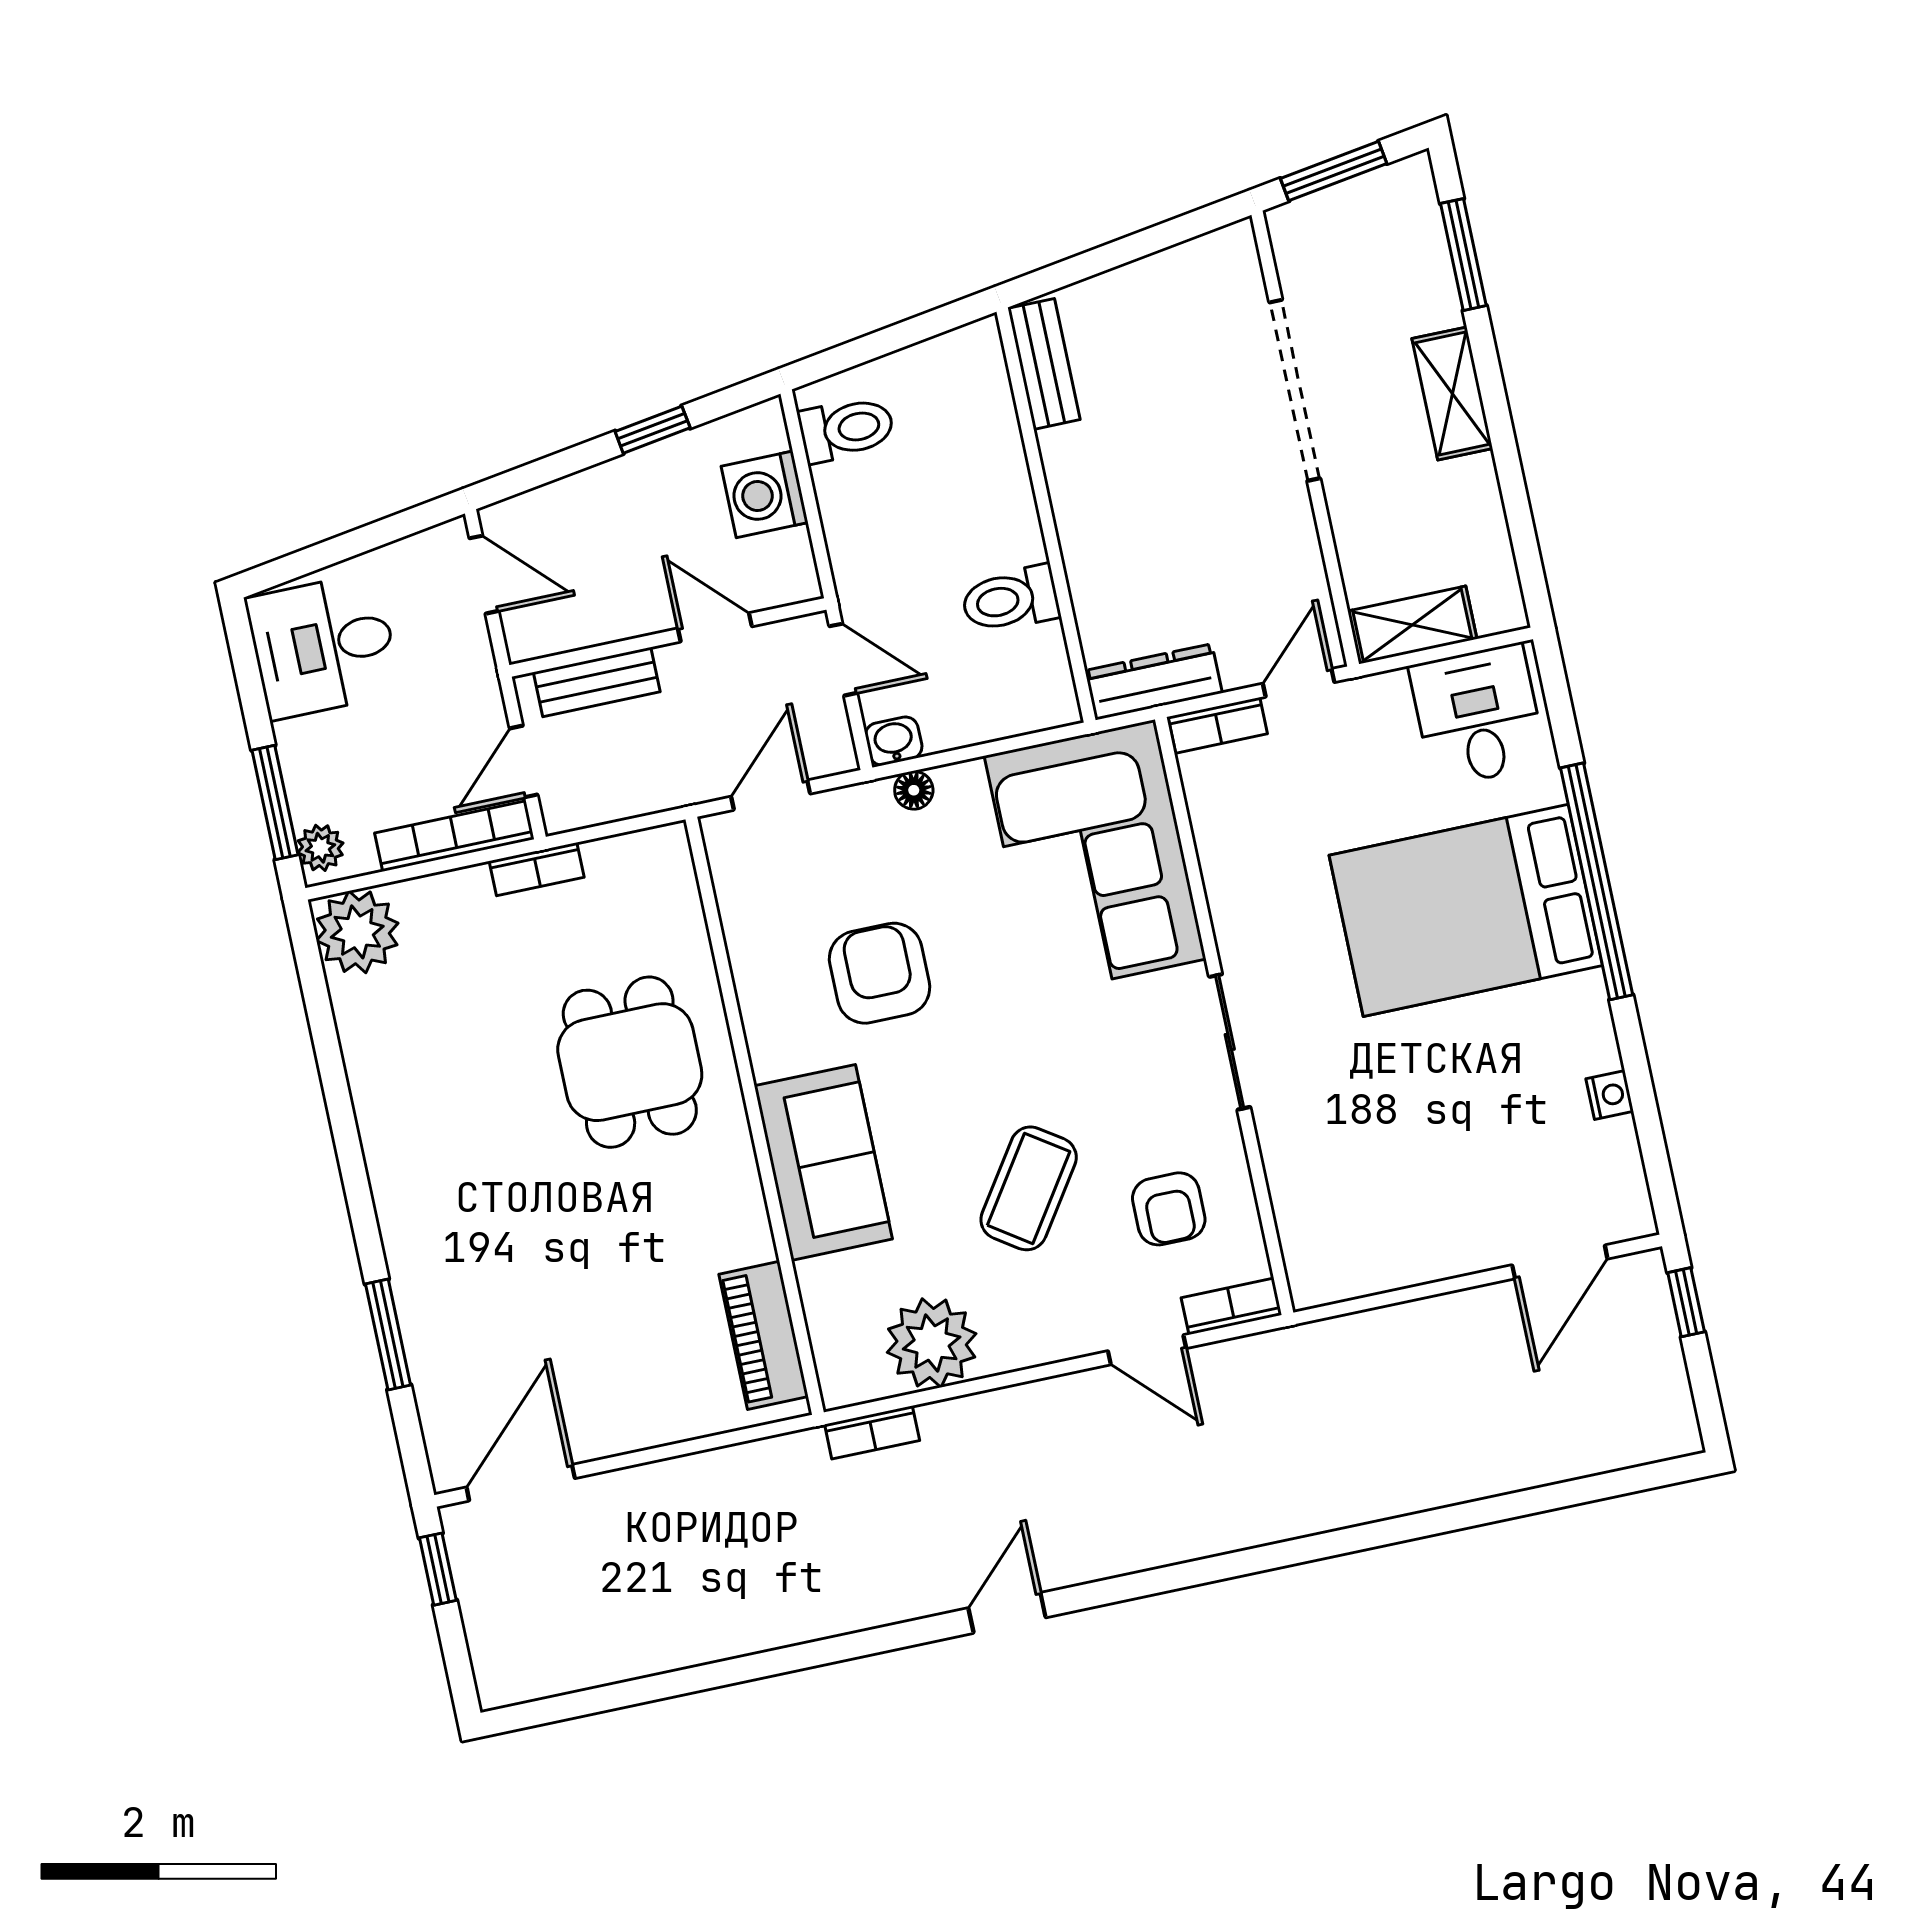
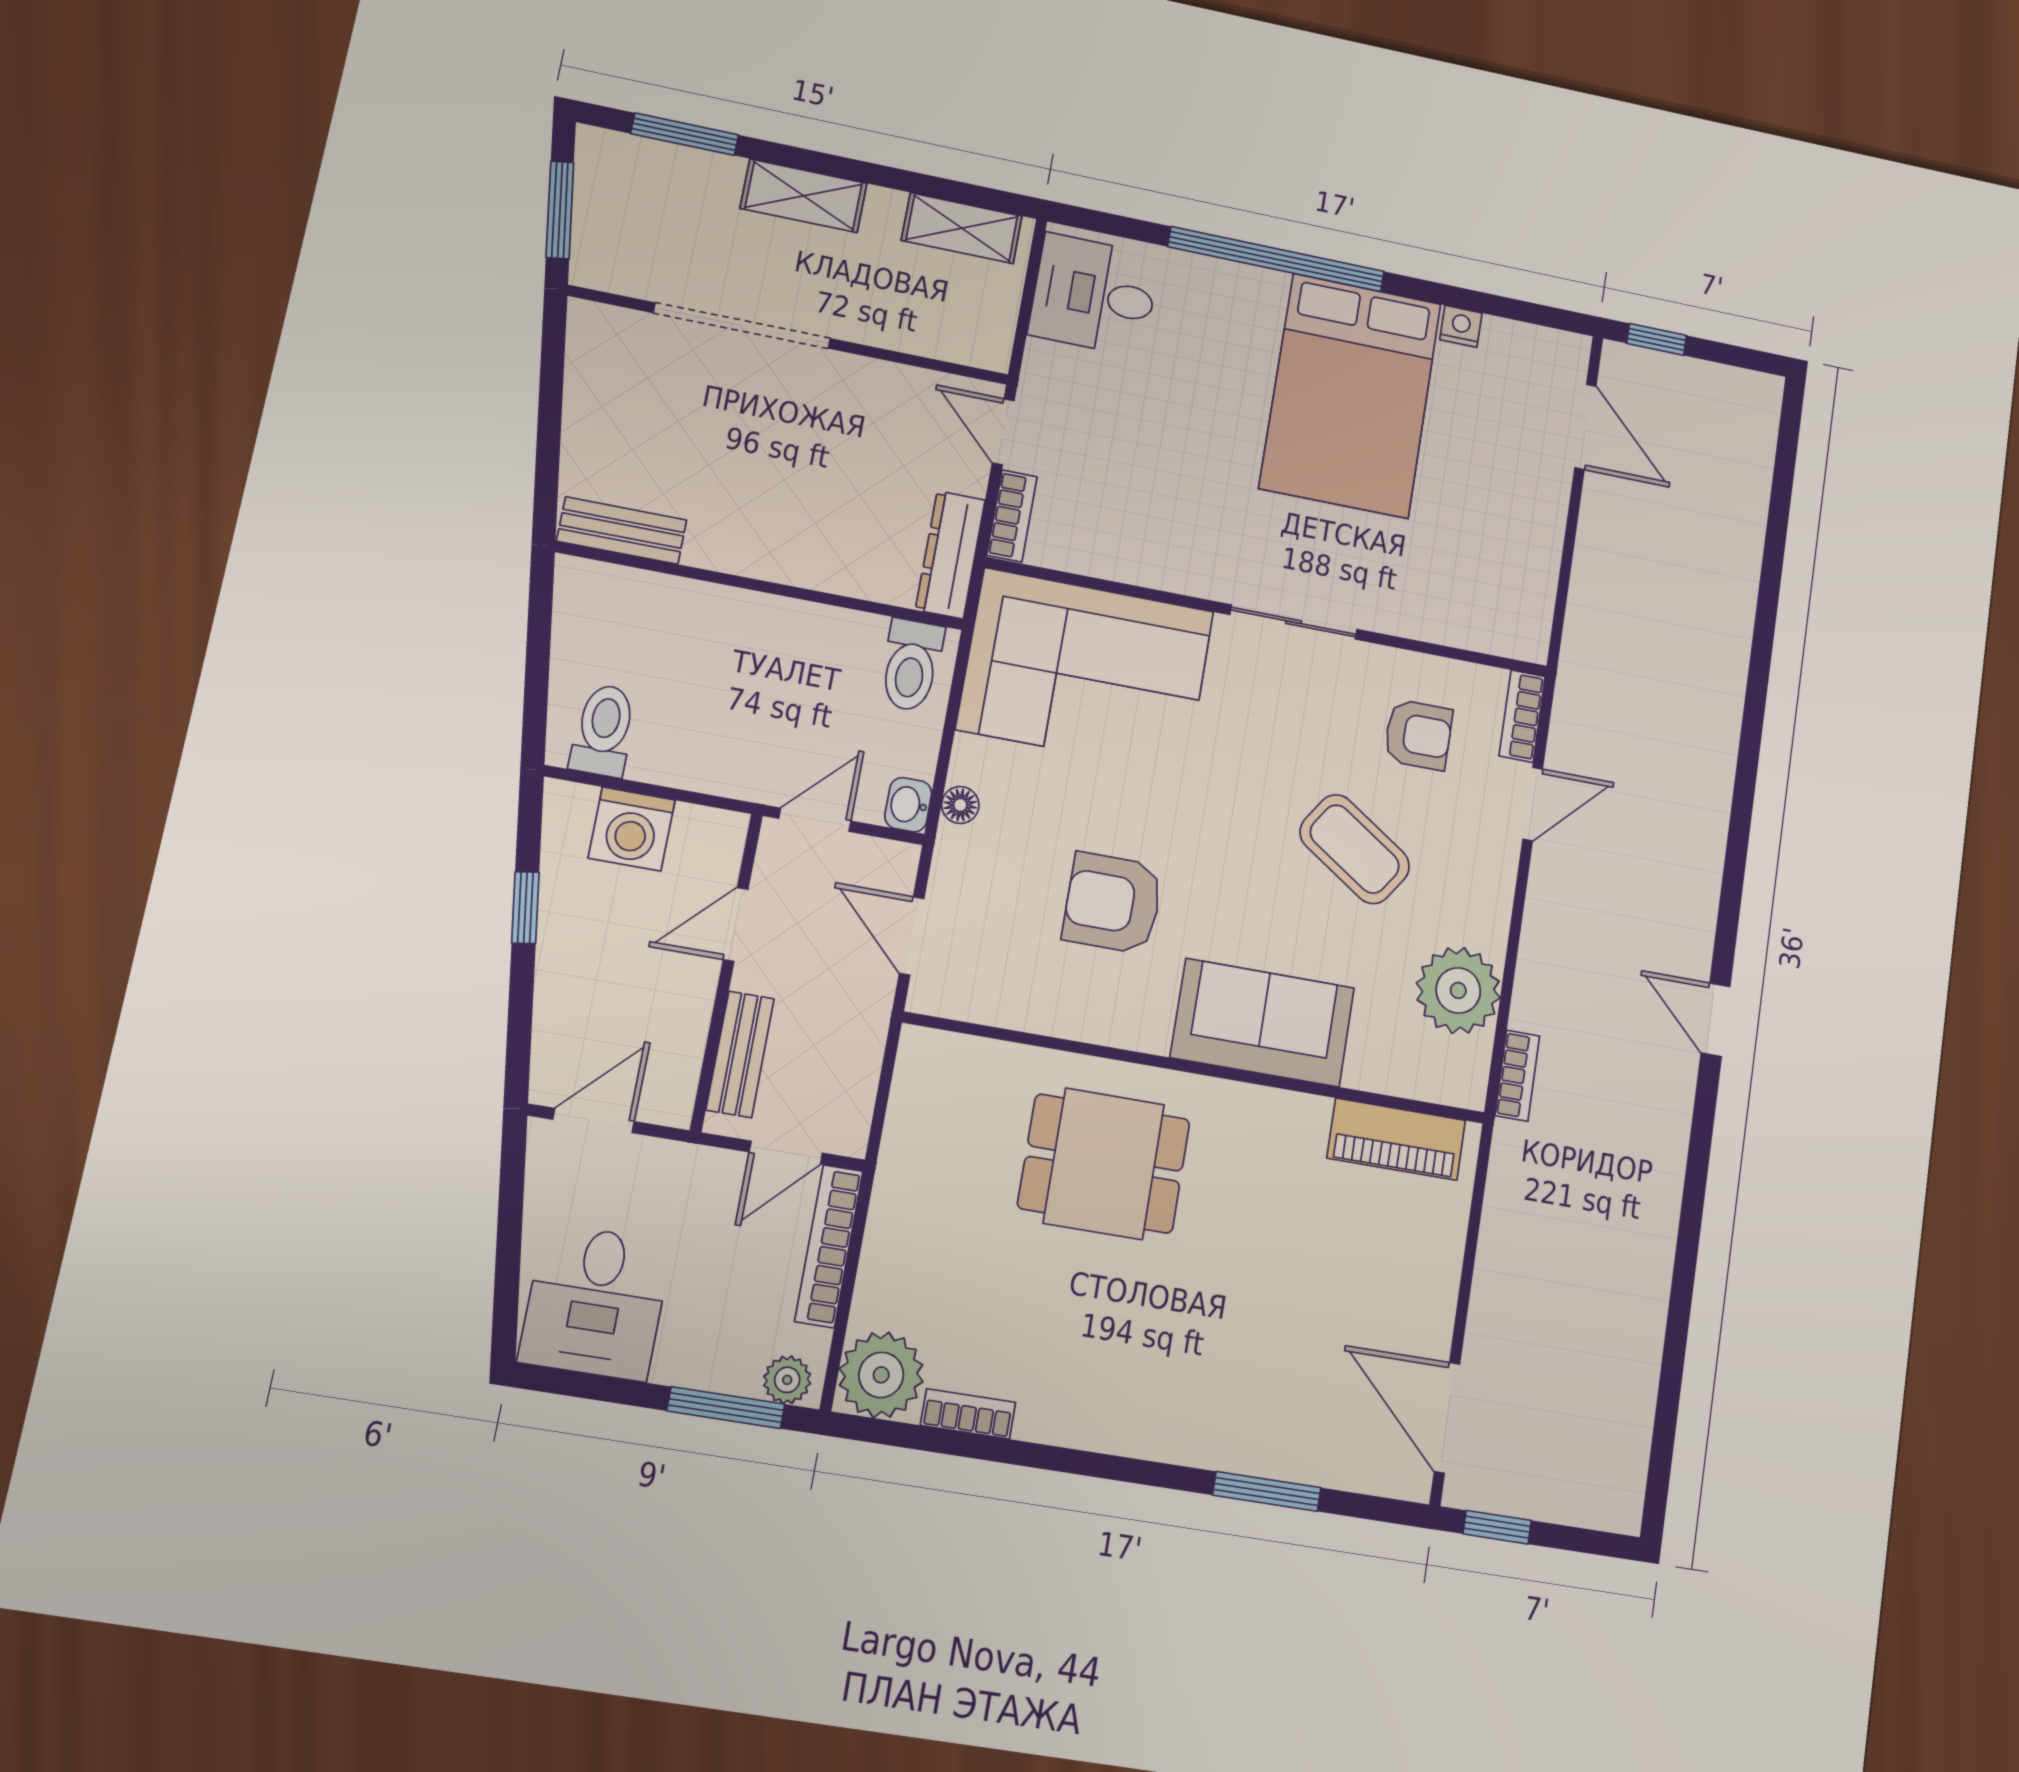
toilet: (1010, 599) -> (911, 665), moved
shelving: (1412, 625) -> (962, 228), moved, turned 90
door: (524, 762) -> (786, 1153), hinge flipped
bookcase: (537, 869) -> (968, 1414), moved, turned -90
bed: (1466, 910) -> (1351, 395), moved

